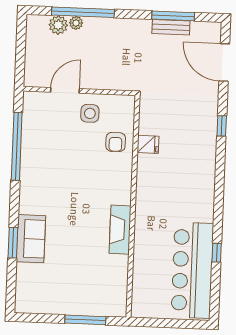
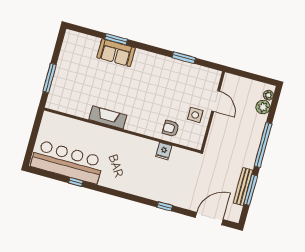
window: (83, 12) -> (263, 145), moved
plant: (76, 23) -> (268, 95), moved
bench: (171, 27) -> (243, 187), width x1.36
window: (17, 146) -> (184, 58), width x0.47

